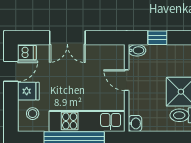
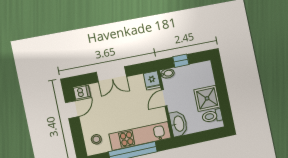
door: (127, 80) -> (164, 98), hinge flipped
fridge: (28, 91) -> (152, 80), moved, turned 90
washbasin: (135, 123) -> (179, 124), width x1.91, depth x1.45

